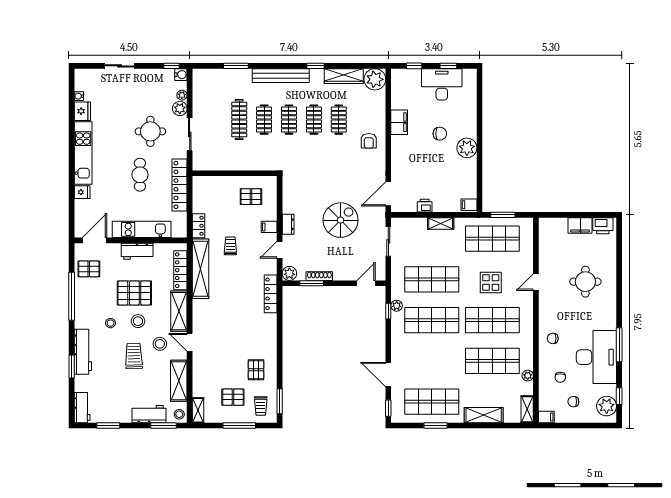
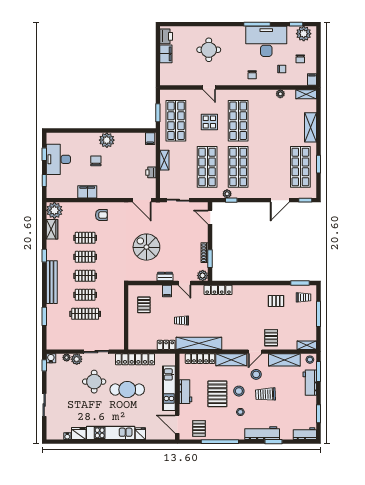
wardrobe: (344, 76) -> (52, 229), width x0.67
cafe table: (140, 175) -> (127, 390), width x1.37, depth x1.35
spiral stairs: (341, 220) -> (146, 247), moved
shop shelf: (492, 361) -> (269, 121), removed
pallet: (233, 397) -> (271, 338), moved

